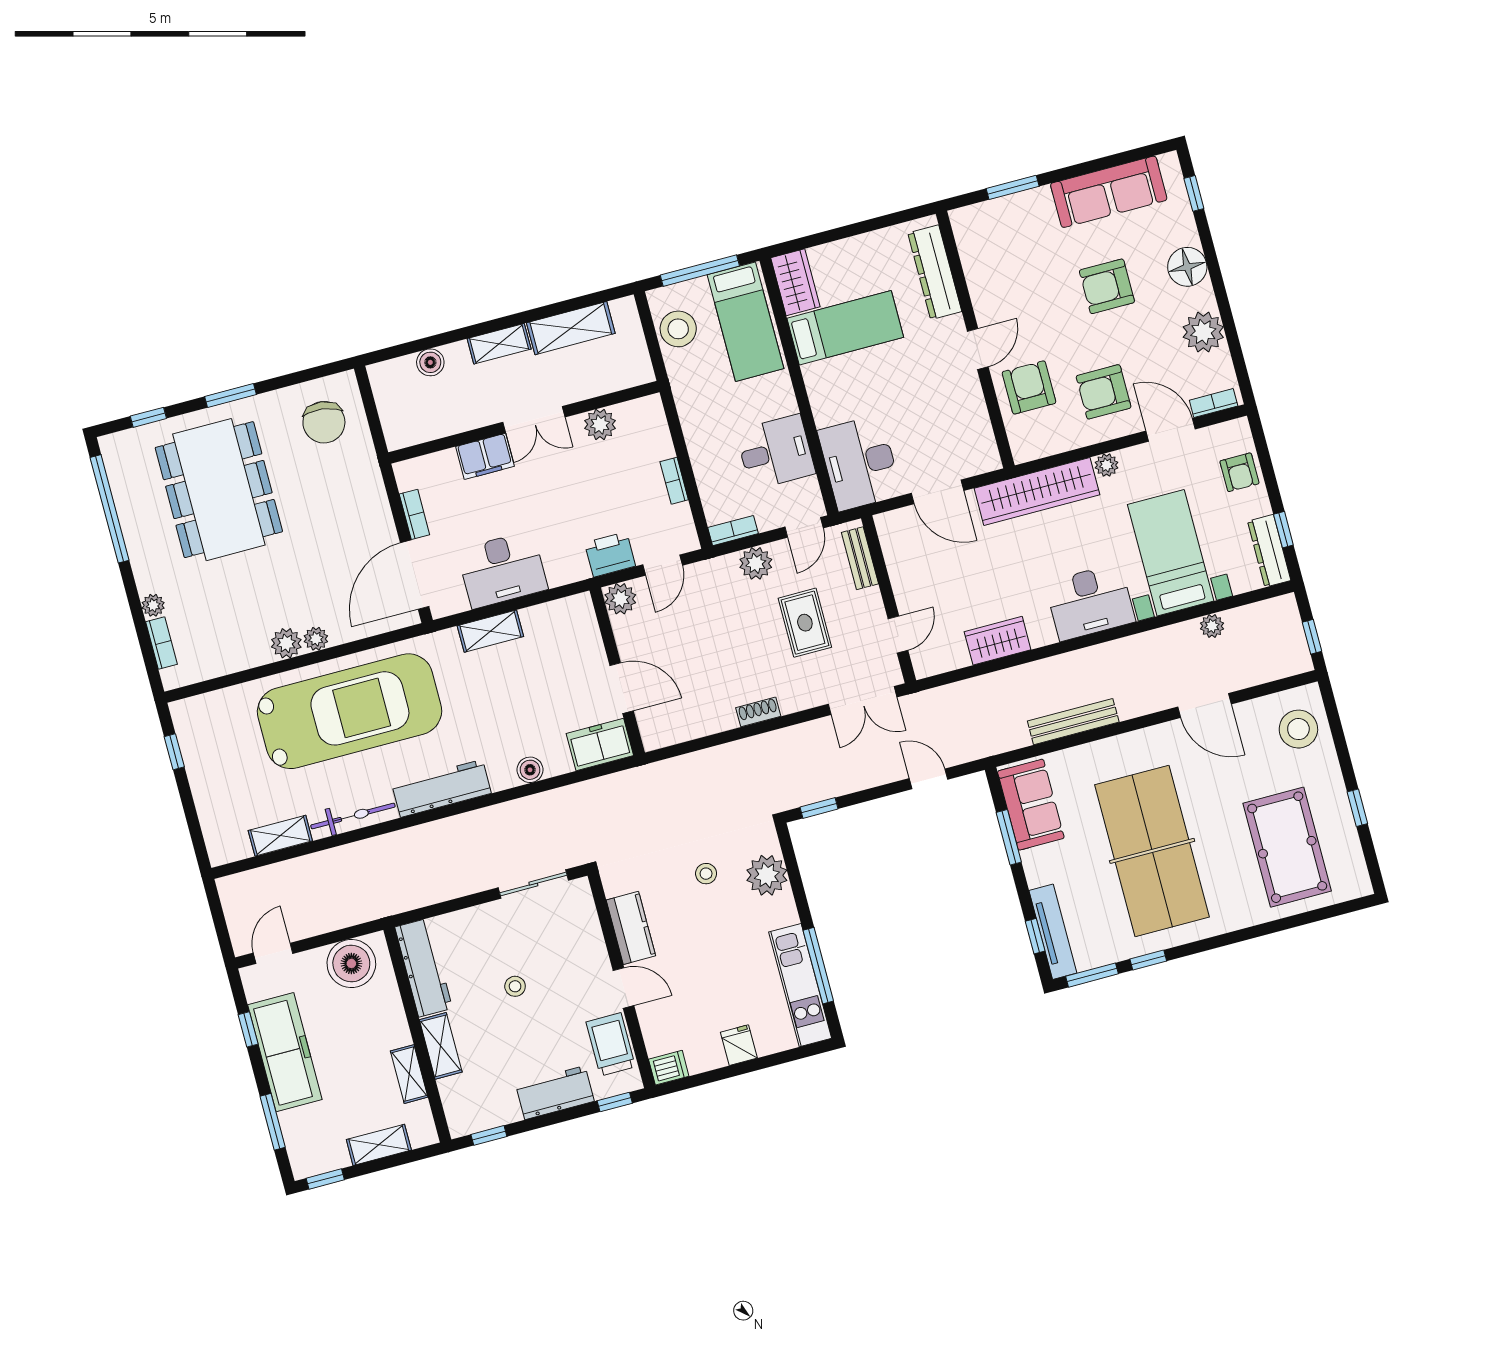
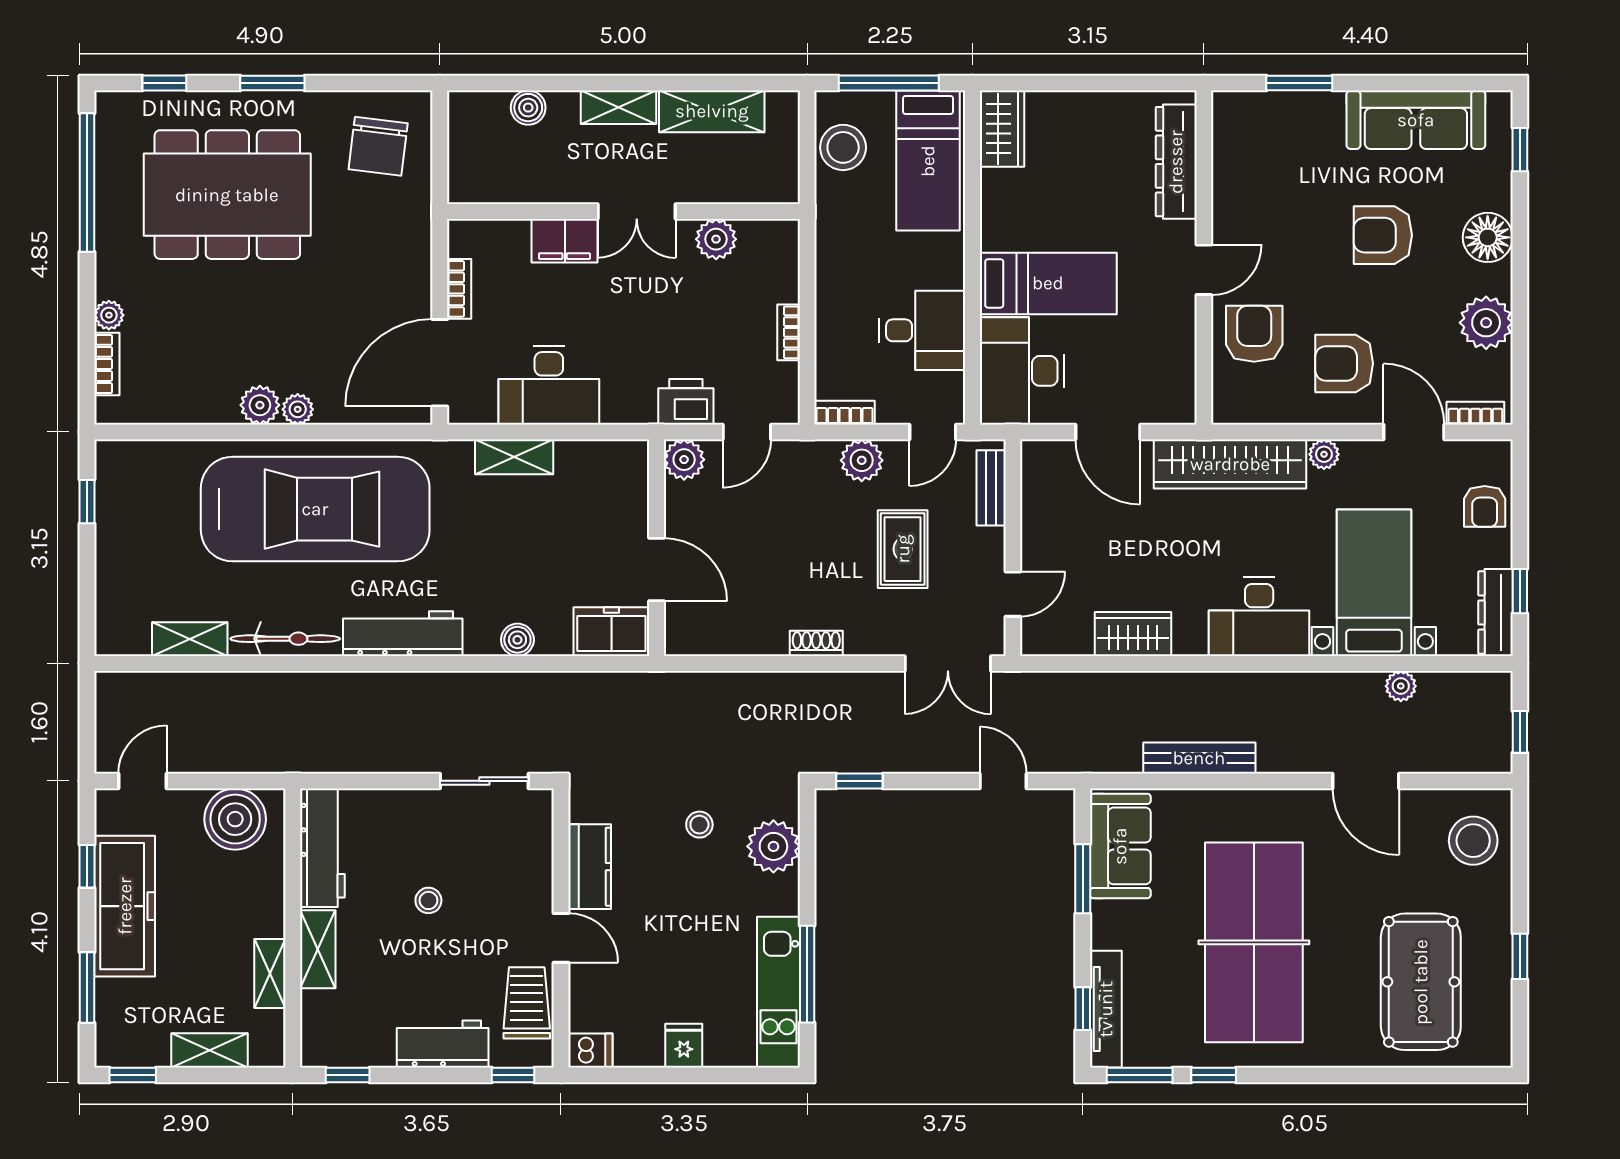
bed: (845, 328) -> (1048, 283), moved
dining table: (219, 490) -> (227, 195), turned 90

